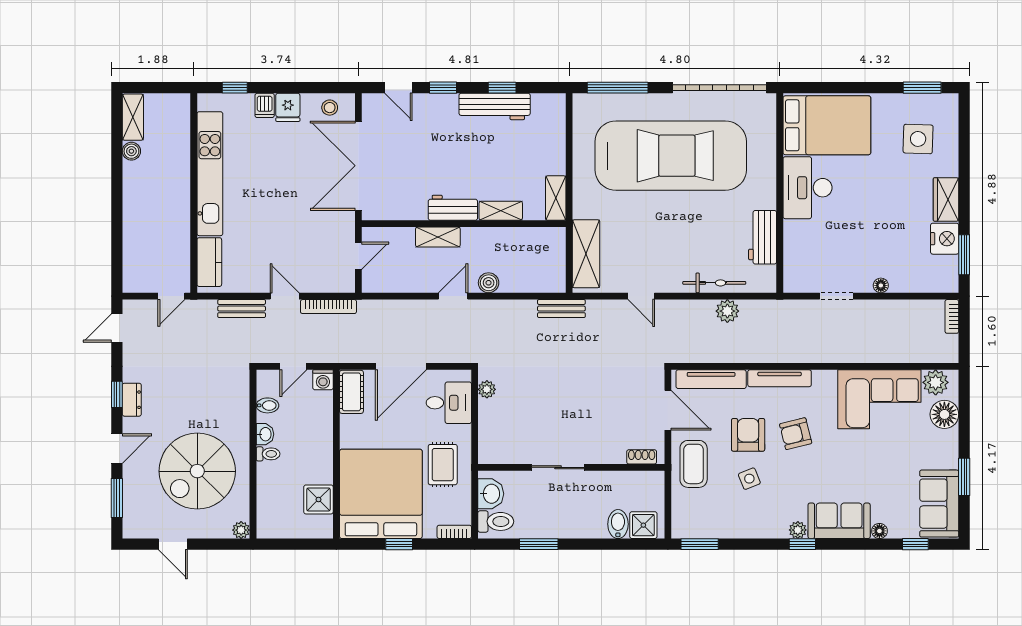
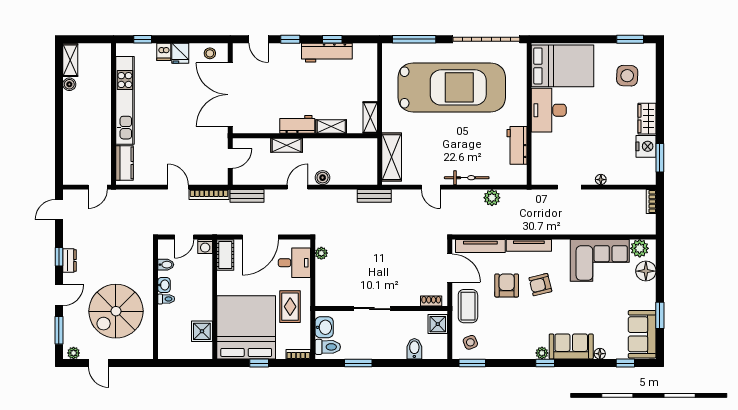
bicycle: (714, 283) -> (467, 178), moved
bench: (242, 309) -> (247, 196), moved
side table: (749, 479) -> (470, 342), moved
shower: (643, 525) -> (438, 324), moved
plant: (241, 530) -> (74, 353), moved

